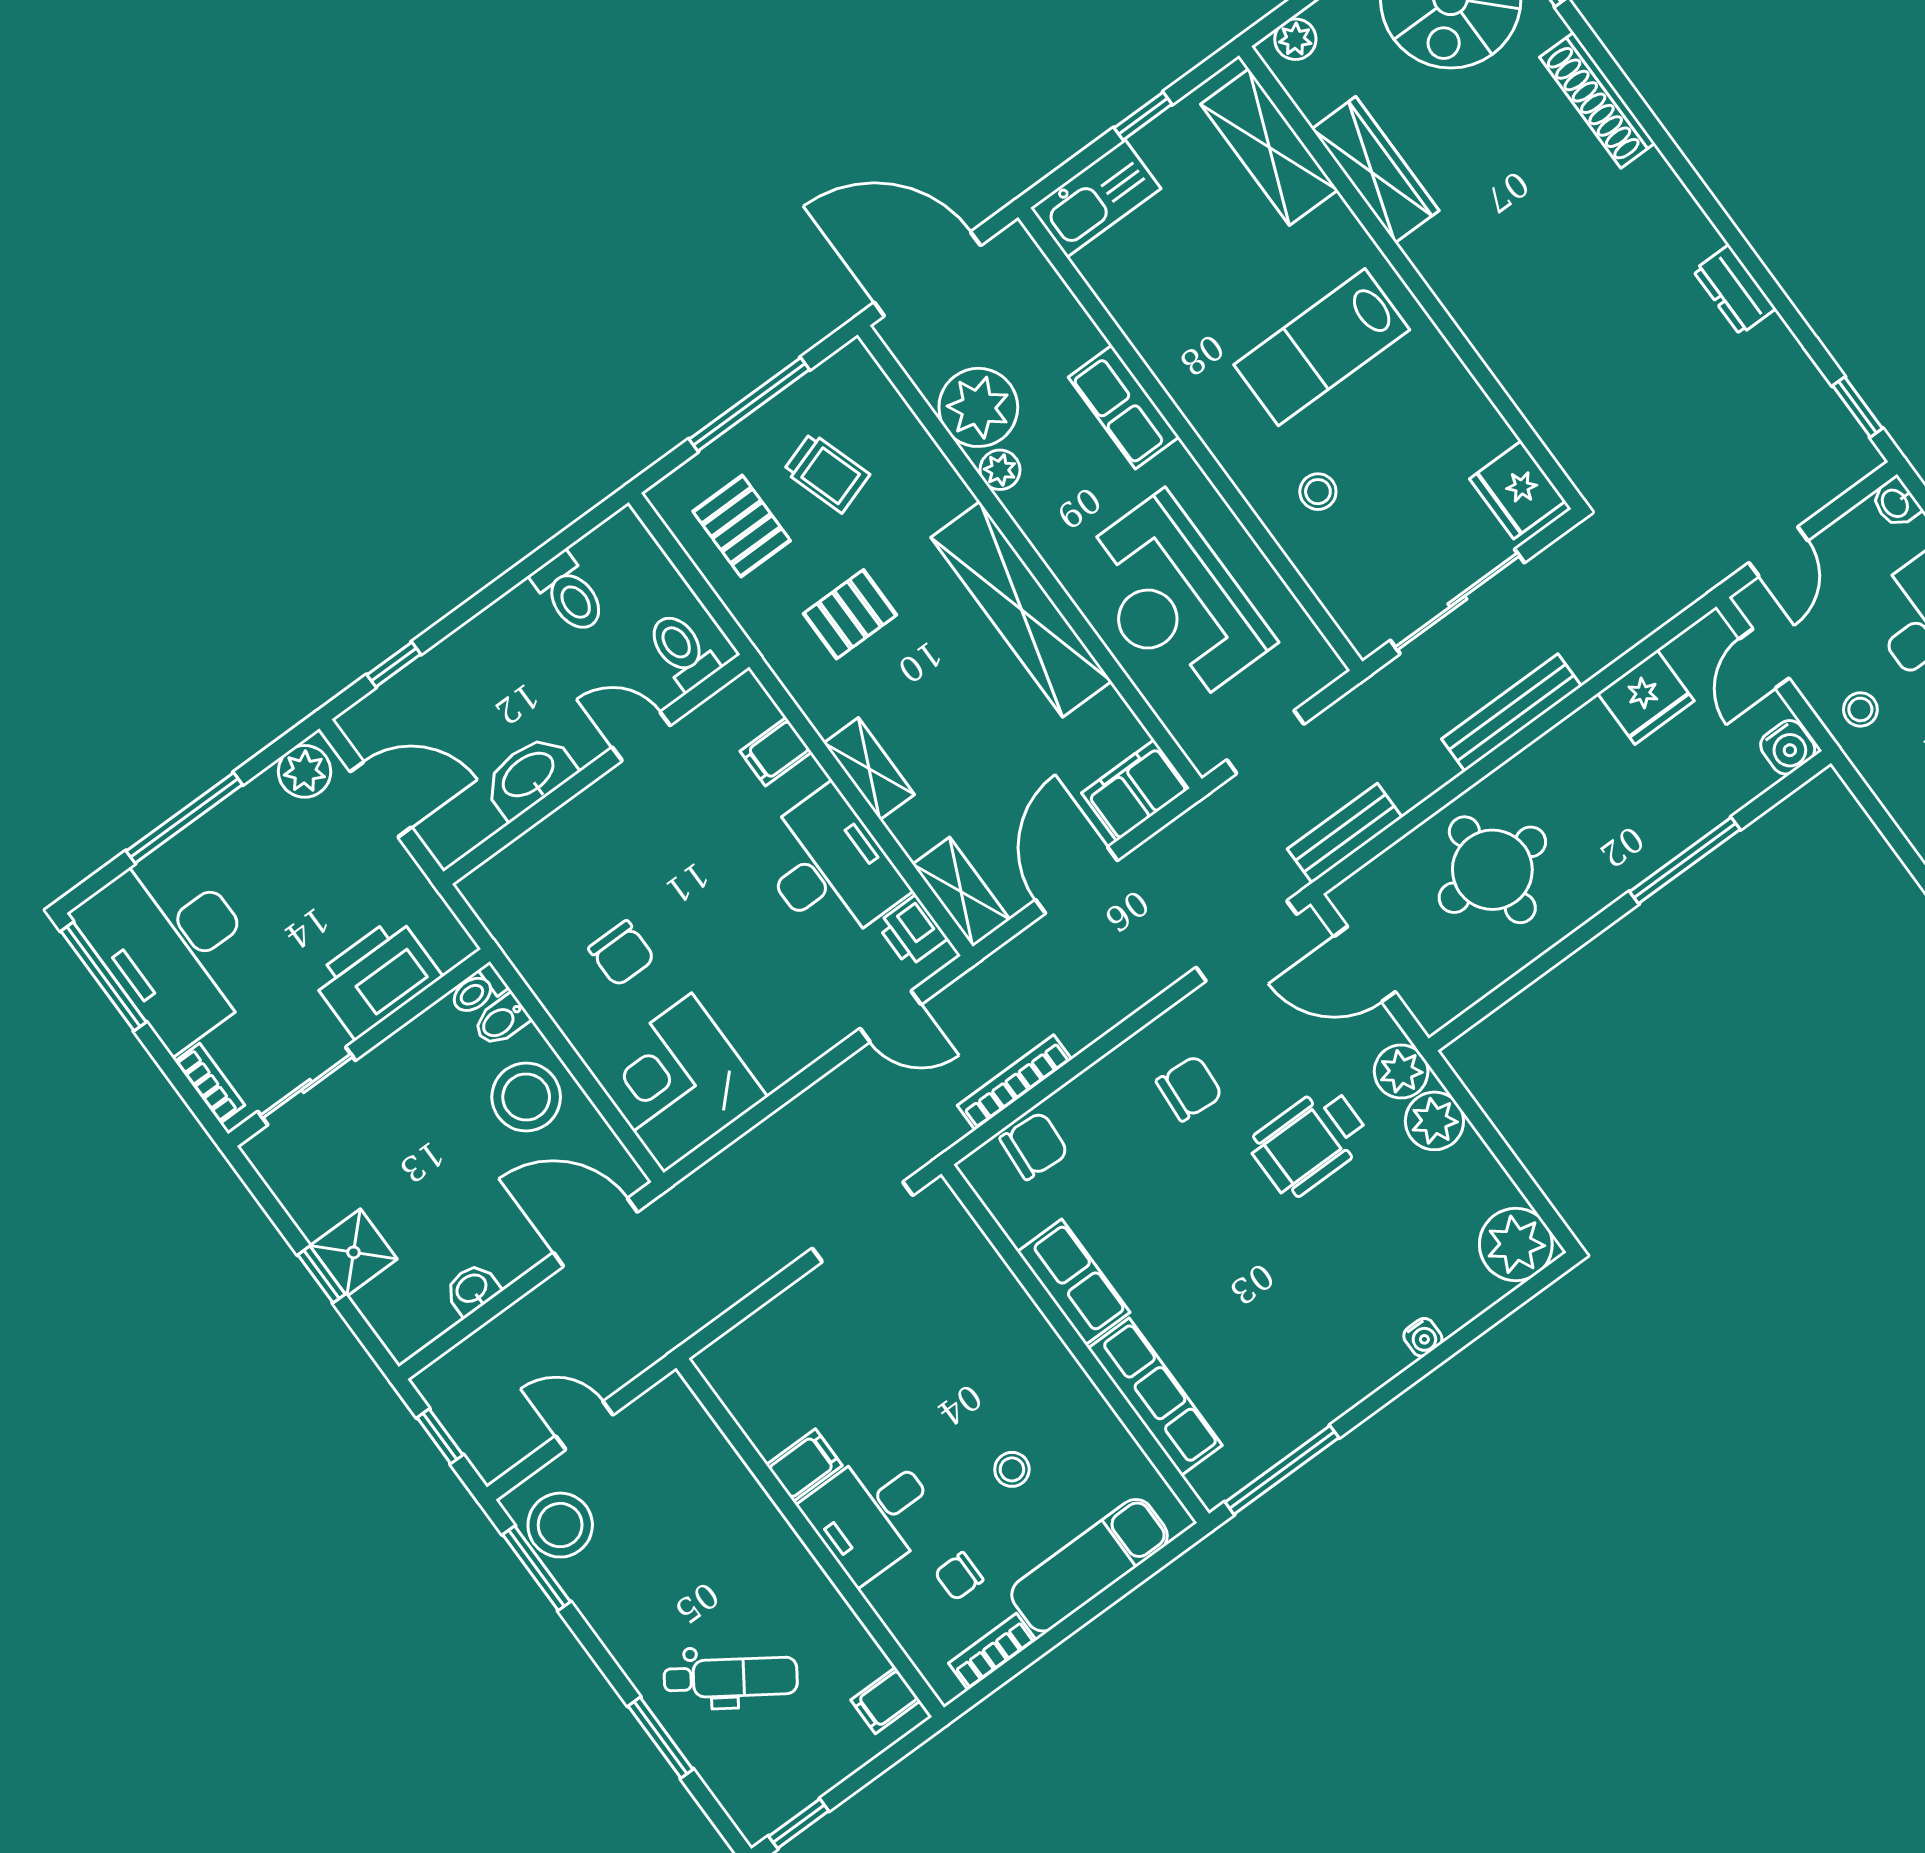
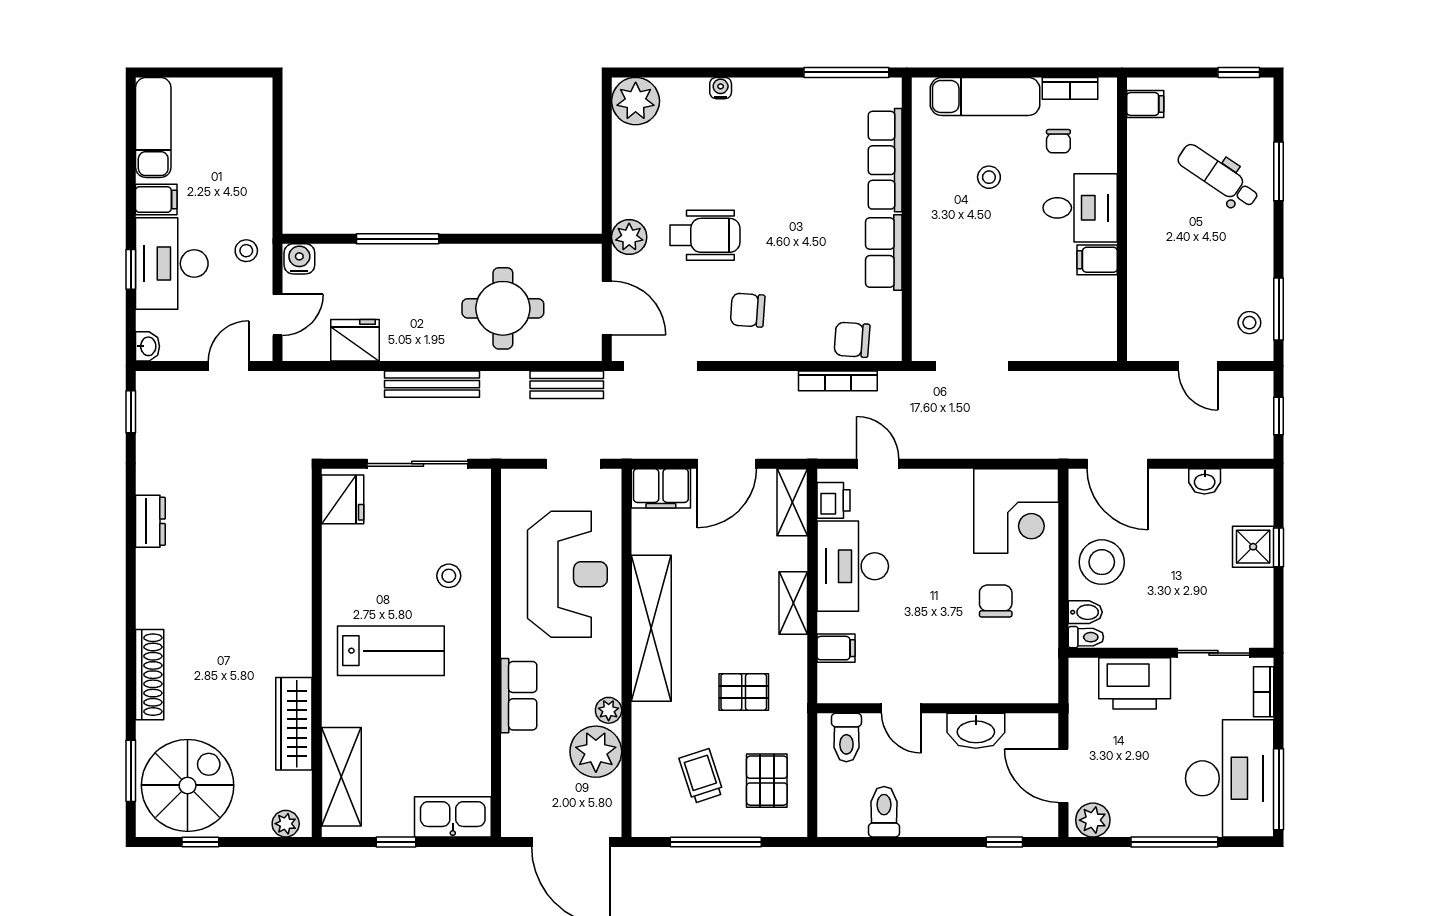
plant: (1434, 1121) -> (631, 198), removed
stool: (560, 1525) -> (1249, 323), width x0.53, depth x0.53
chair: (959, 1576) -> (1058, 141), turned 90

